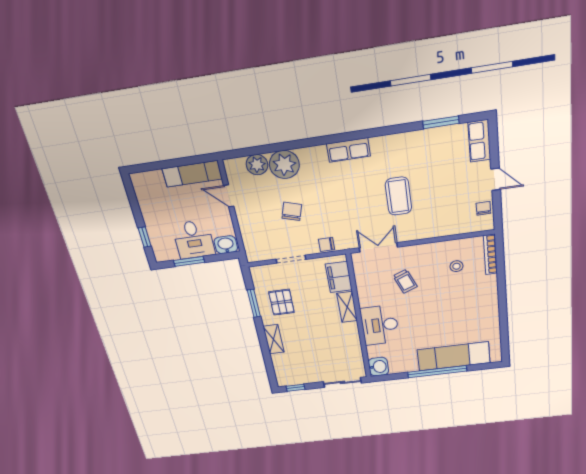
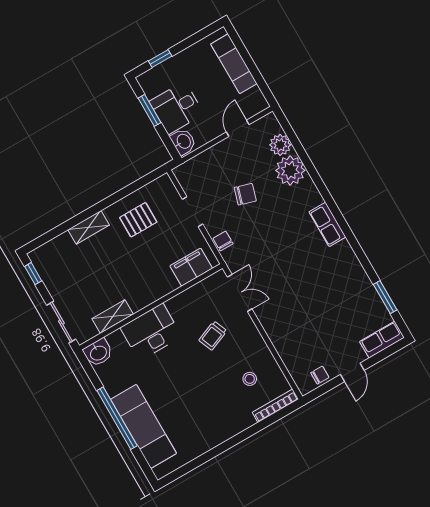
exam couch: (192, 174) -> (234, 64), moved
coffee table: (398, 196) -> (301, 290), removed
window: (254, 303) -> (125, 192), removed
shelving: (347, 307) -> (113, 317), moved

